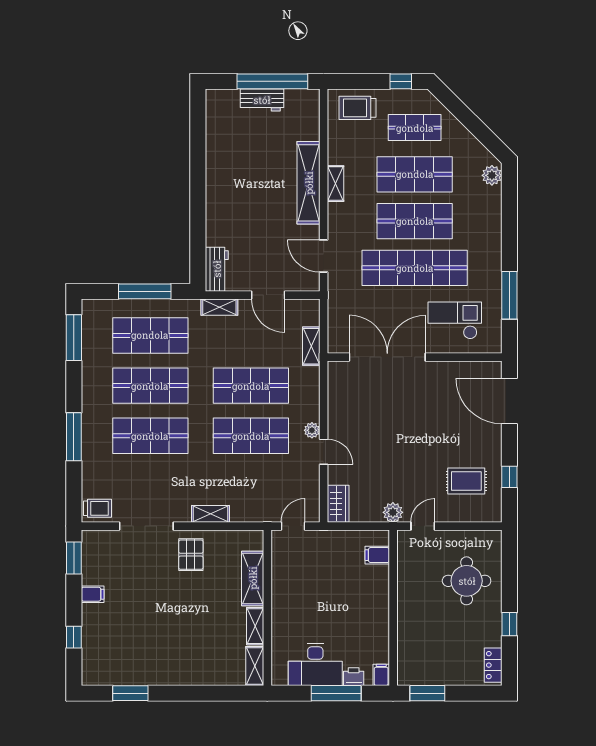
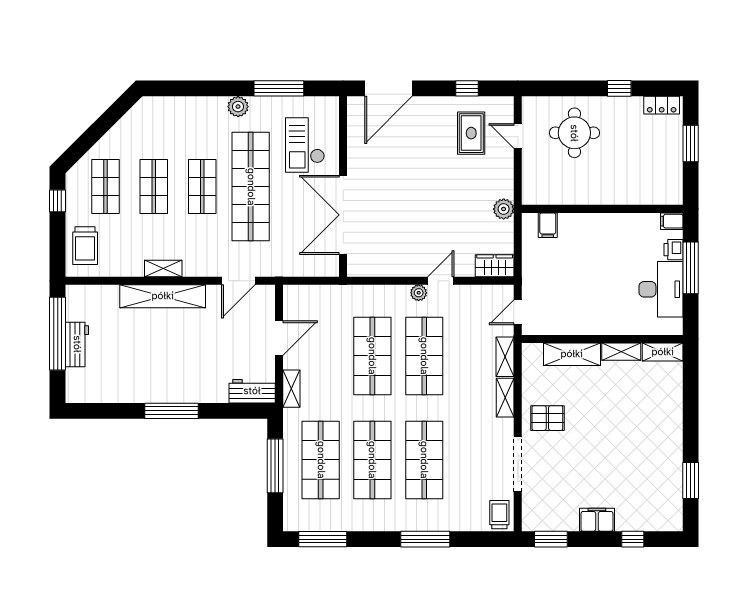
shop shelf: (415, 174) -> (154, 187), width x0.70, depth x0.74
plant: (492, 175) -> (238, 107), moved
window: (198, 191) -> (172, 411), added
shop shelf: (415, 221) -> (202, 187), width x0.70, depth x0.74
shelving: (311, 346) -> (505, 357), moved, turned 90
door: (293, 526) -> (518, 312), hinge flipped
door: (423, 526) -> (518, 136), moved
filing cabinet: (93, 594) -> (597, 520), width x2.00
window: (427, 693) -> (691, 144), moved

